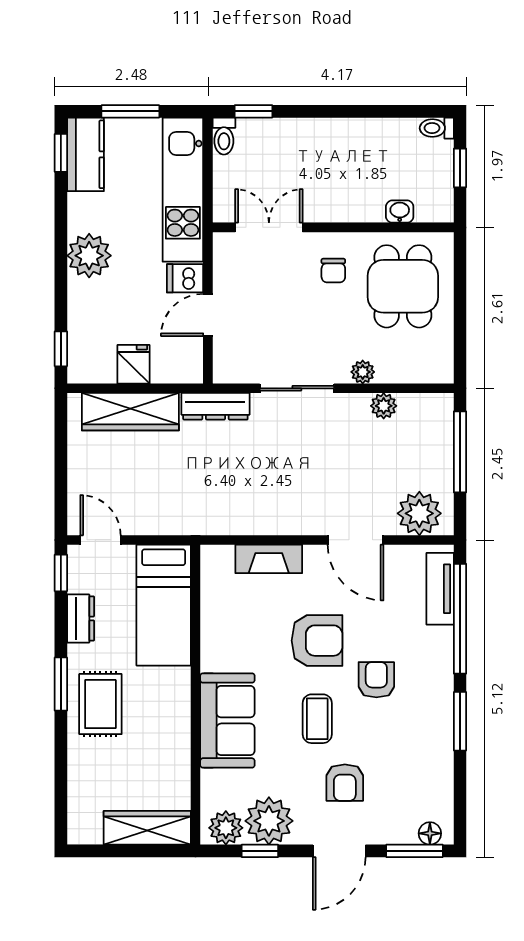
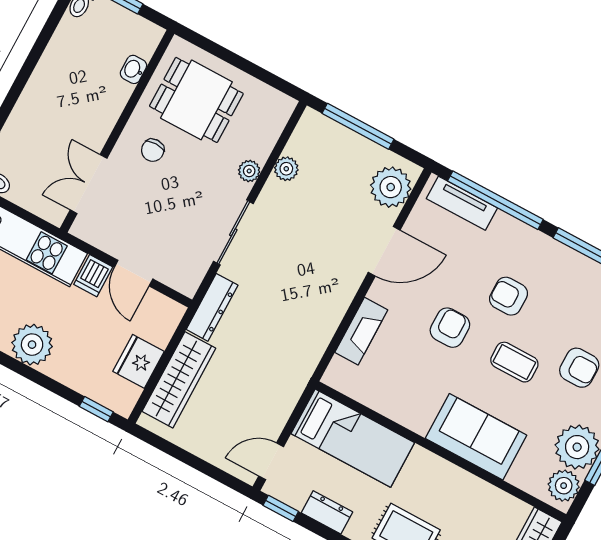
chair: (333, 271) -> (153, 150), turned 90
fridge: (133, 364) -> (138, 361), width x1.38
armchair: (317, 641) -> (450, 328), width x0.72, depth x0.72

